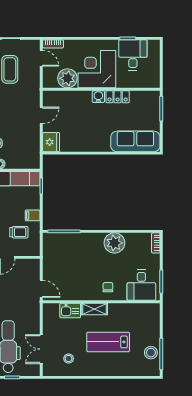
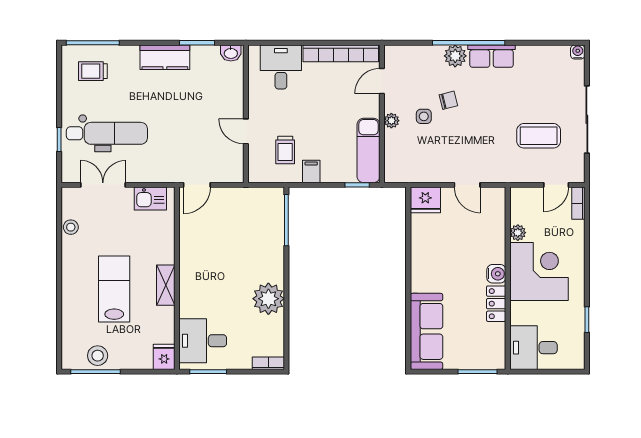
desk: (133, 55) -> (533, 348), moved, turned 180
plant: (67, 78) -> (518, 233), width x0.53, depth x0.53
chair: (108, 287) -> (200, 289), removed
shelving: (94, 309) -> (166, 285), moved
fridge: (152, 310) -> (164, 357), added
kitchen sink: (70, 311) -> (150, 198), moved, turned -90
stool: (69, 358) -> (71, 227), moved

